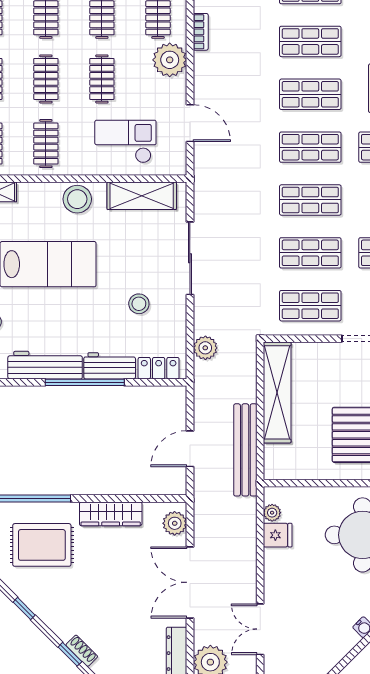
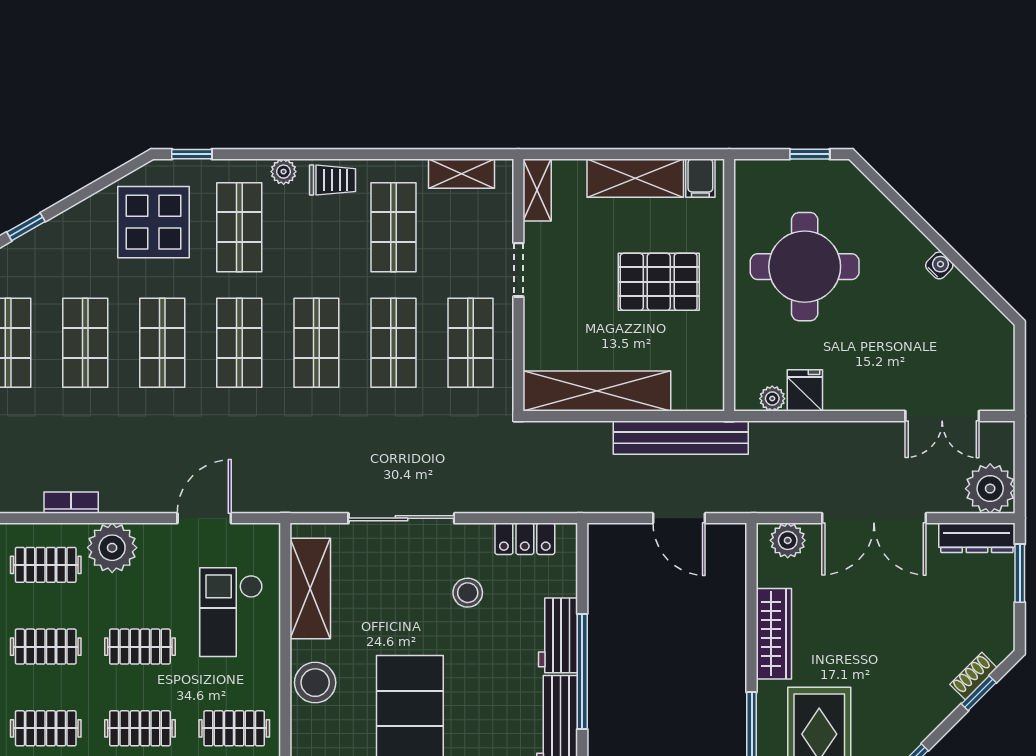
plant: (205, 348) -> (532, 496), removed
locker: (159, 368) -> (525, 539), moved, turned -90

